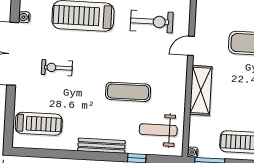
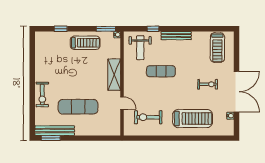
door: (191, 46) -> (122, 103), hinge flipped
treadmill: (39, 124) -> (217, 48), turned -90
weight bench: (158, 130) -> (140, 48), turned 90

